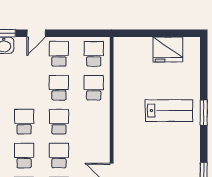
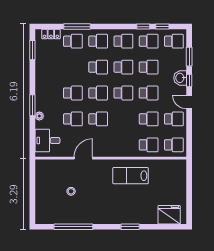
fridge: (168, 49) -> (169, 215), moved, turned 90
lab bench: (169, 111) -> (131, 176), moved, turned 90
school desk: (59, 122) -> (149, 93), moved

